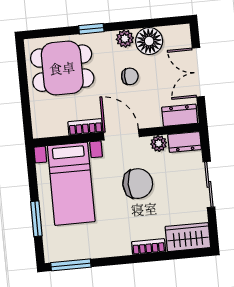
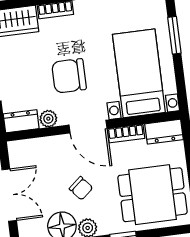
chair: (130, 76) -> (81, 188), turned -130
dresser: (180, 115) -> (164, 132), moved

